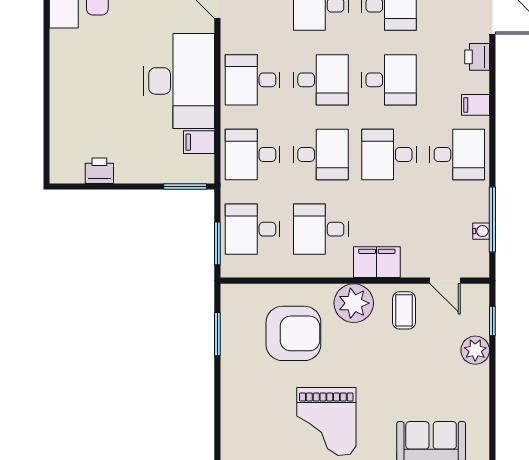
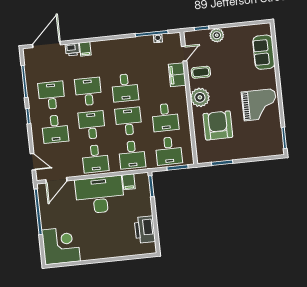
filing cabinet: (475, 105) -> (85, 49), moved
desk: (457, 154) -> (121, 54), removed
printer: (99, 171) -> (145, 230), width x1.87, depth x1.48
filing cabinet: (377, 262) -> (177, 75), moved

